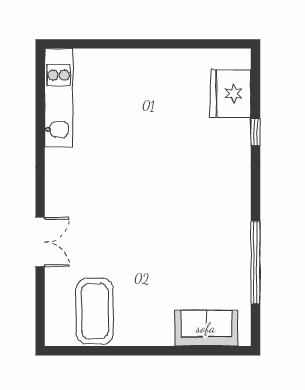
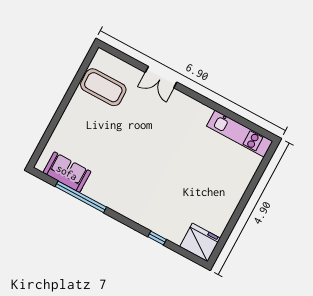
fridge: (231, 94) -> (200, 242), moved
sofa: (206, 328) -> (67, 172), moved, turned -90

